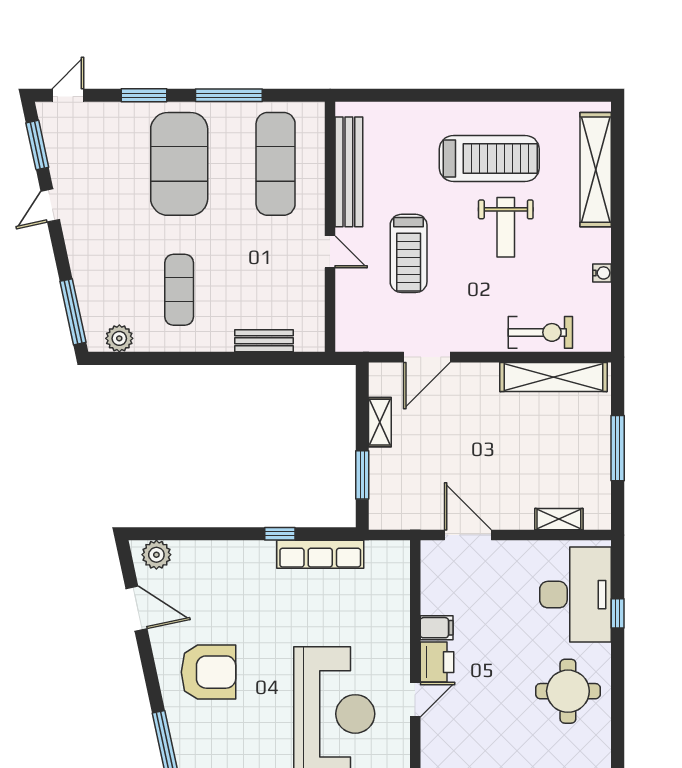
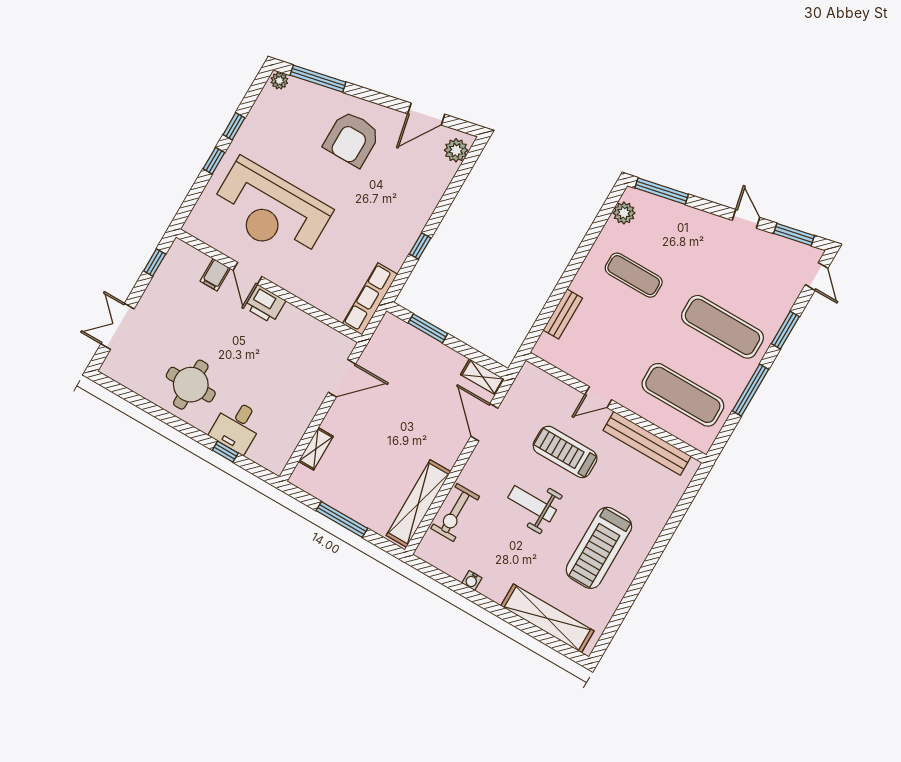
exercise mat: (179, 164) -> (722, 327), width x0.68
weight bench: (506, 227) -> (532, 504), moved
shelving: (380, 422) -> (483, 377), moved
row of seats: (320, 554) -> (370, 299), moved
desk: (576, 595) -> (237, 426), width x0.53, depth x0.77
filing cabinet: (437, 628) -> (215, 275), moved

